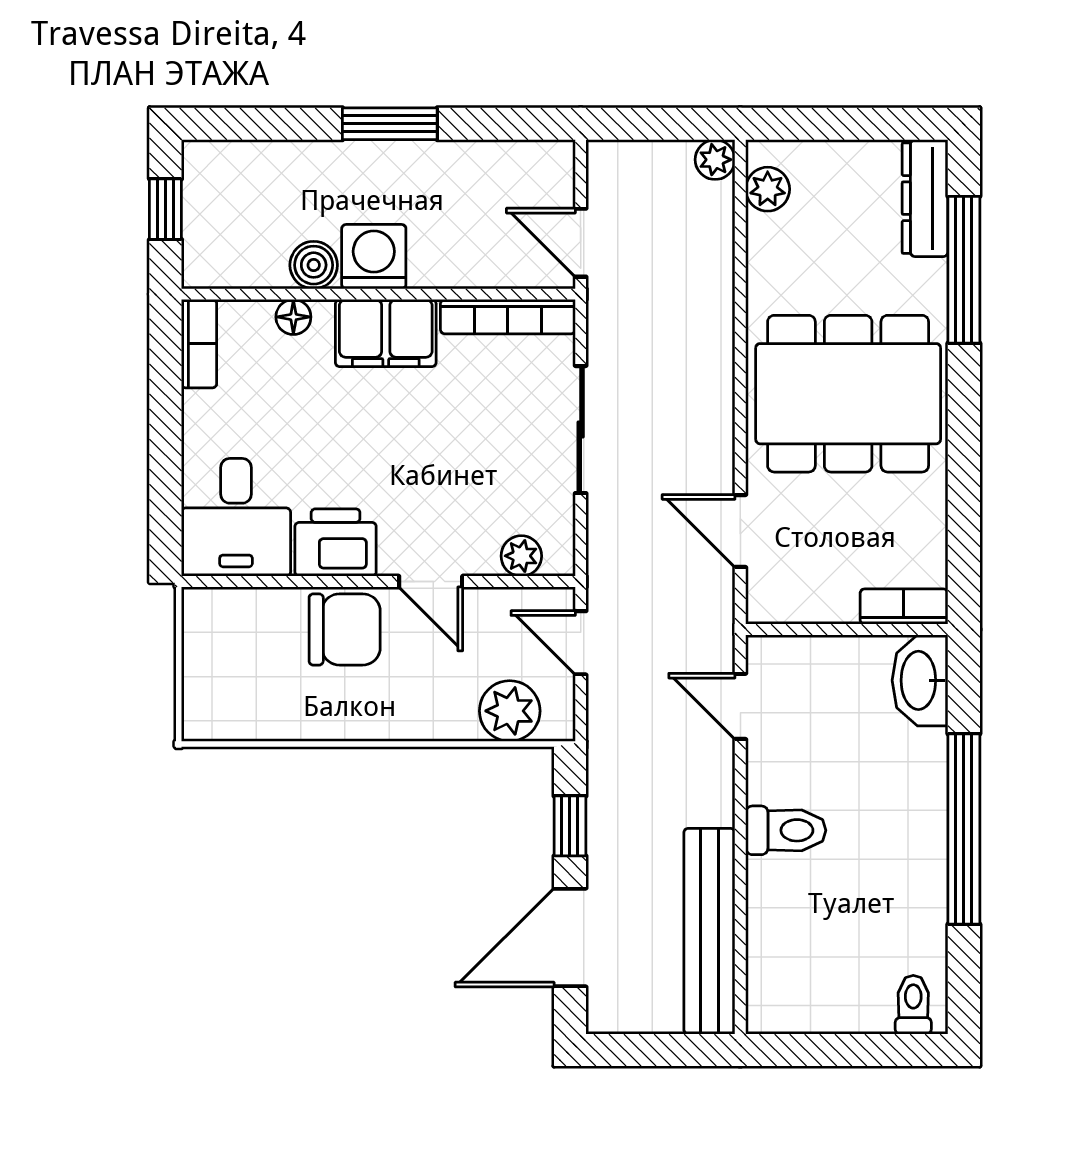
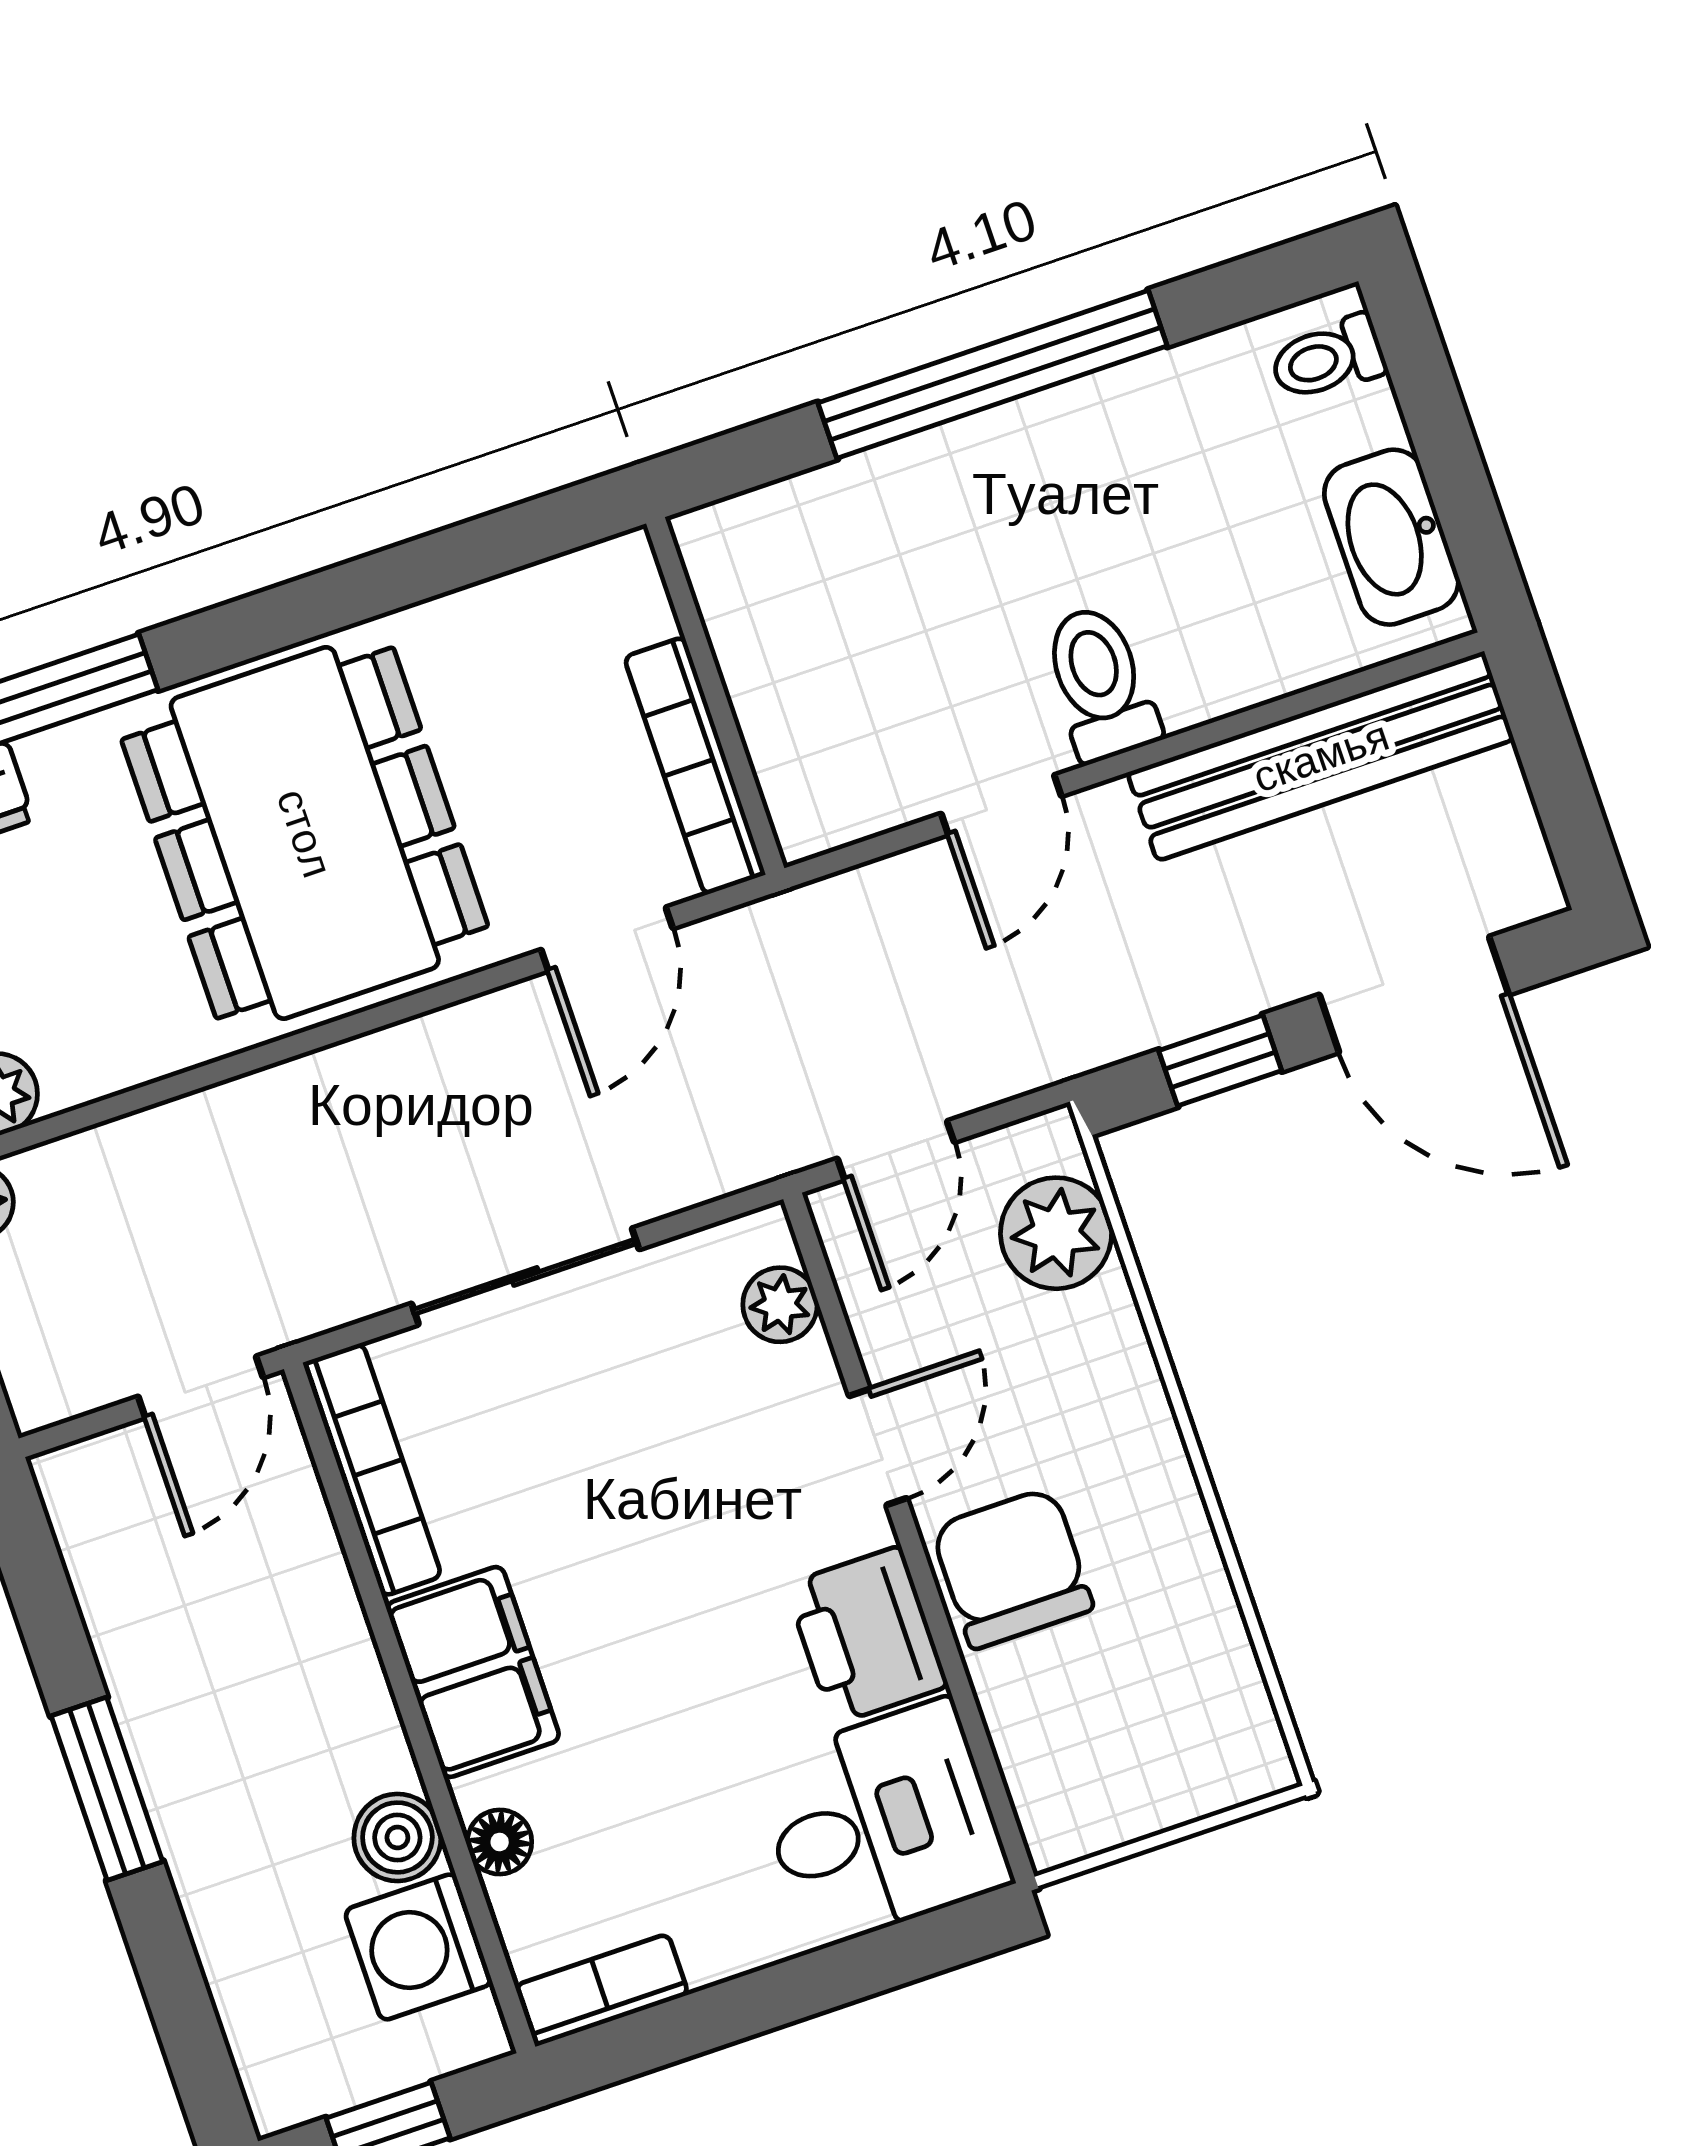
washing machine: (374, 257) -> (418, 1947), moved
bookcase: (904, 607) -> (695, 766), moved, width x1.56
washbasin: (920, 680) -> (1391, 537), moved, turned 90
door: (740, 706) -> (1001, 805), moved

